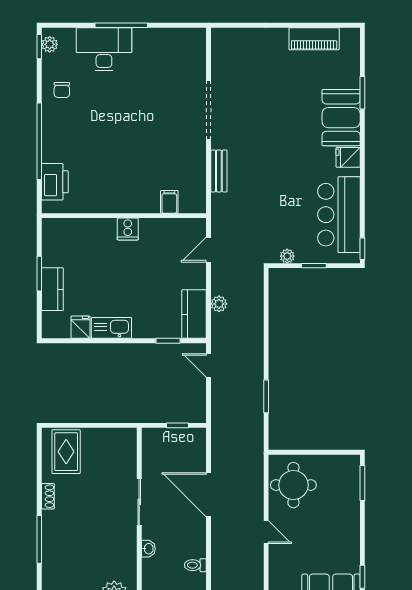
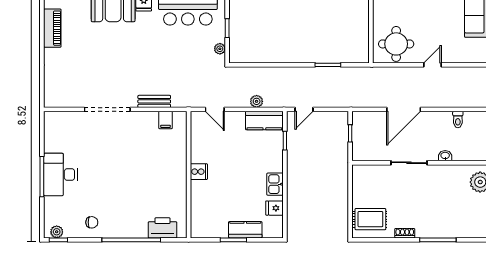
desk: (104, 49) -> (60, 175), moved
filing cabinet: (169, 202) -> (166, 120), moved, turned -90
kitchen sink: (111, 328) -> (275, 184), width x0.73

